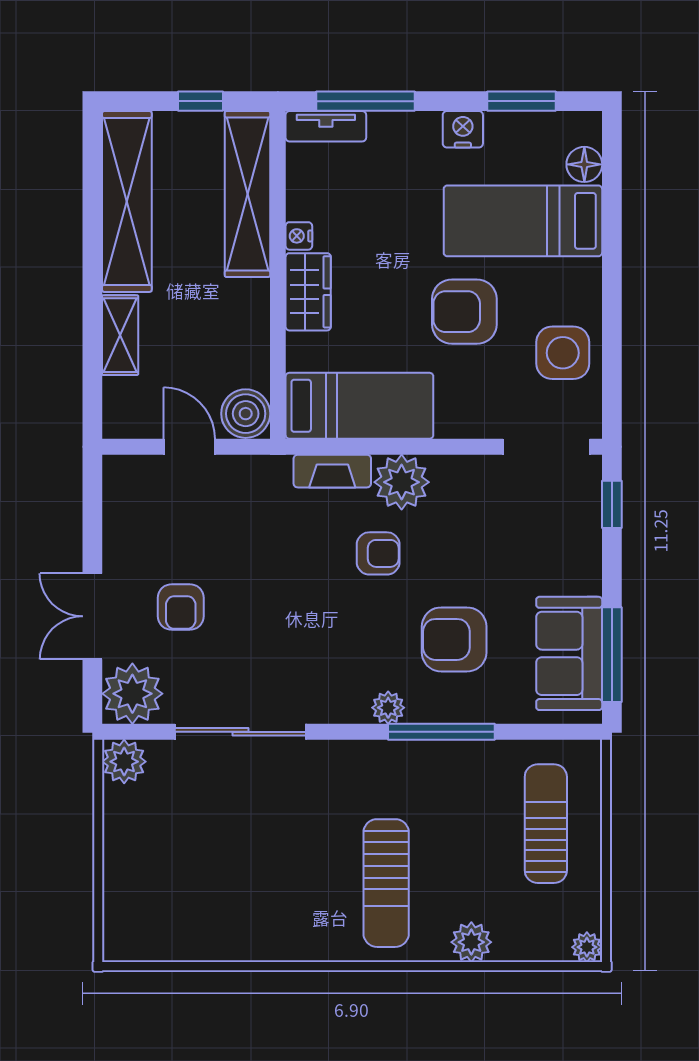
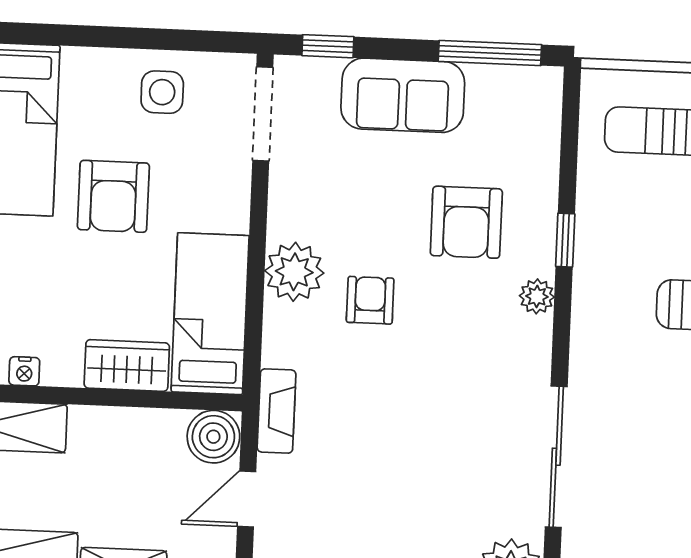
wardrobe: (308, 292) -> (127, 366), moved
side table: (563, 353) -> (162, 92), width x0.73, depth x0.73
fireplace: (332, 471) -> (277, 411), moved
armchair: (181, 607) -> (419, 515), removed
sofa: (569, 653) -> (403, 95), moved
window: (441, 732) -> (565, 240), width x0.46

